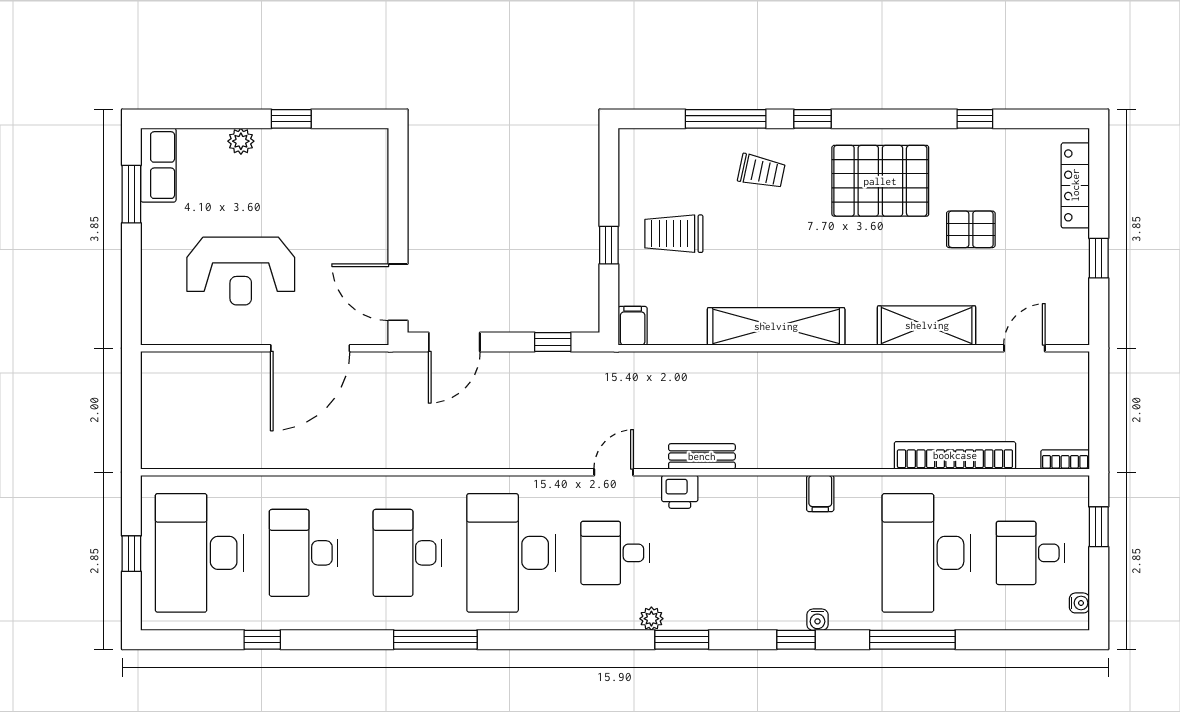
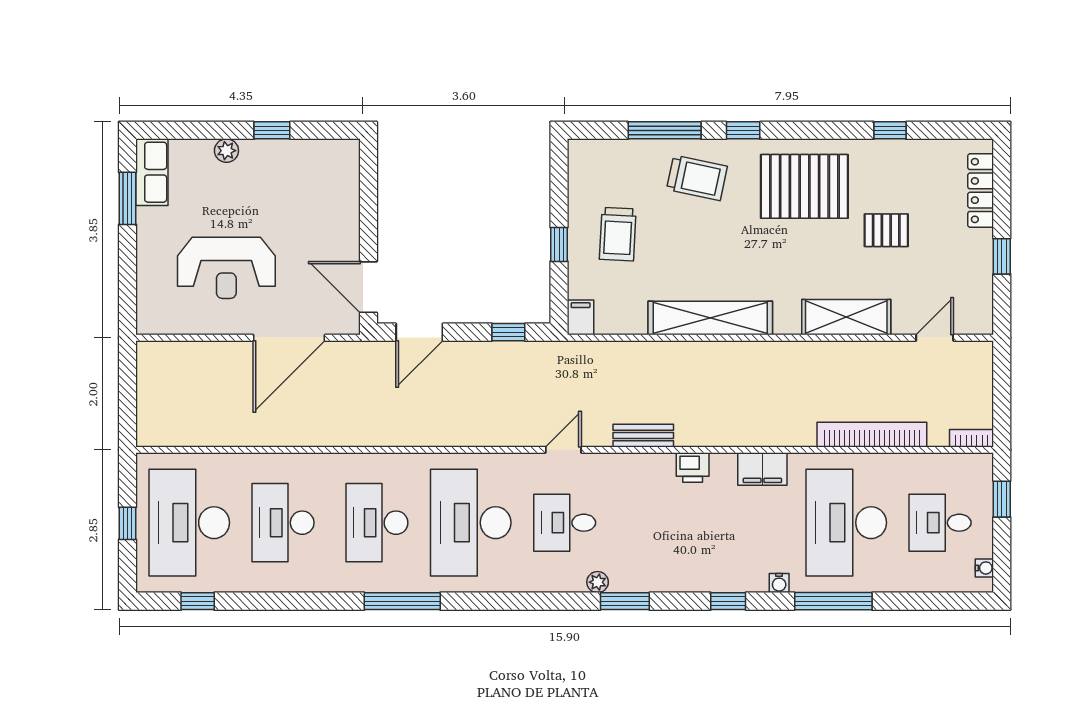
trolley: (761, 171) -> (697, 178), width x1.36, depth x1.39
trolley: (674, 234) -> (618, 234), turned -87
printer: (680, 492) -> (693, 467), moved
filing cabinet: (820, 493) -> (762, 469), width x2.00
water cooler: (817, 620) -> (779, 583), moved
window: (262, 640) -> (198, 601), moved

